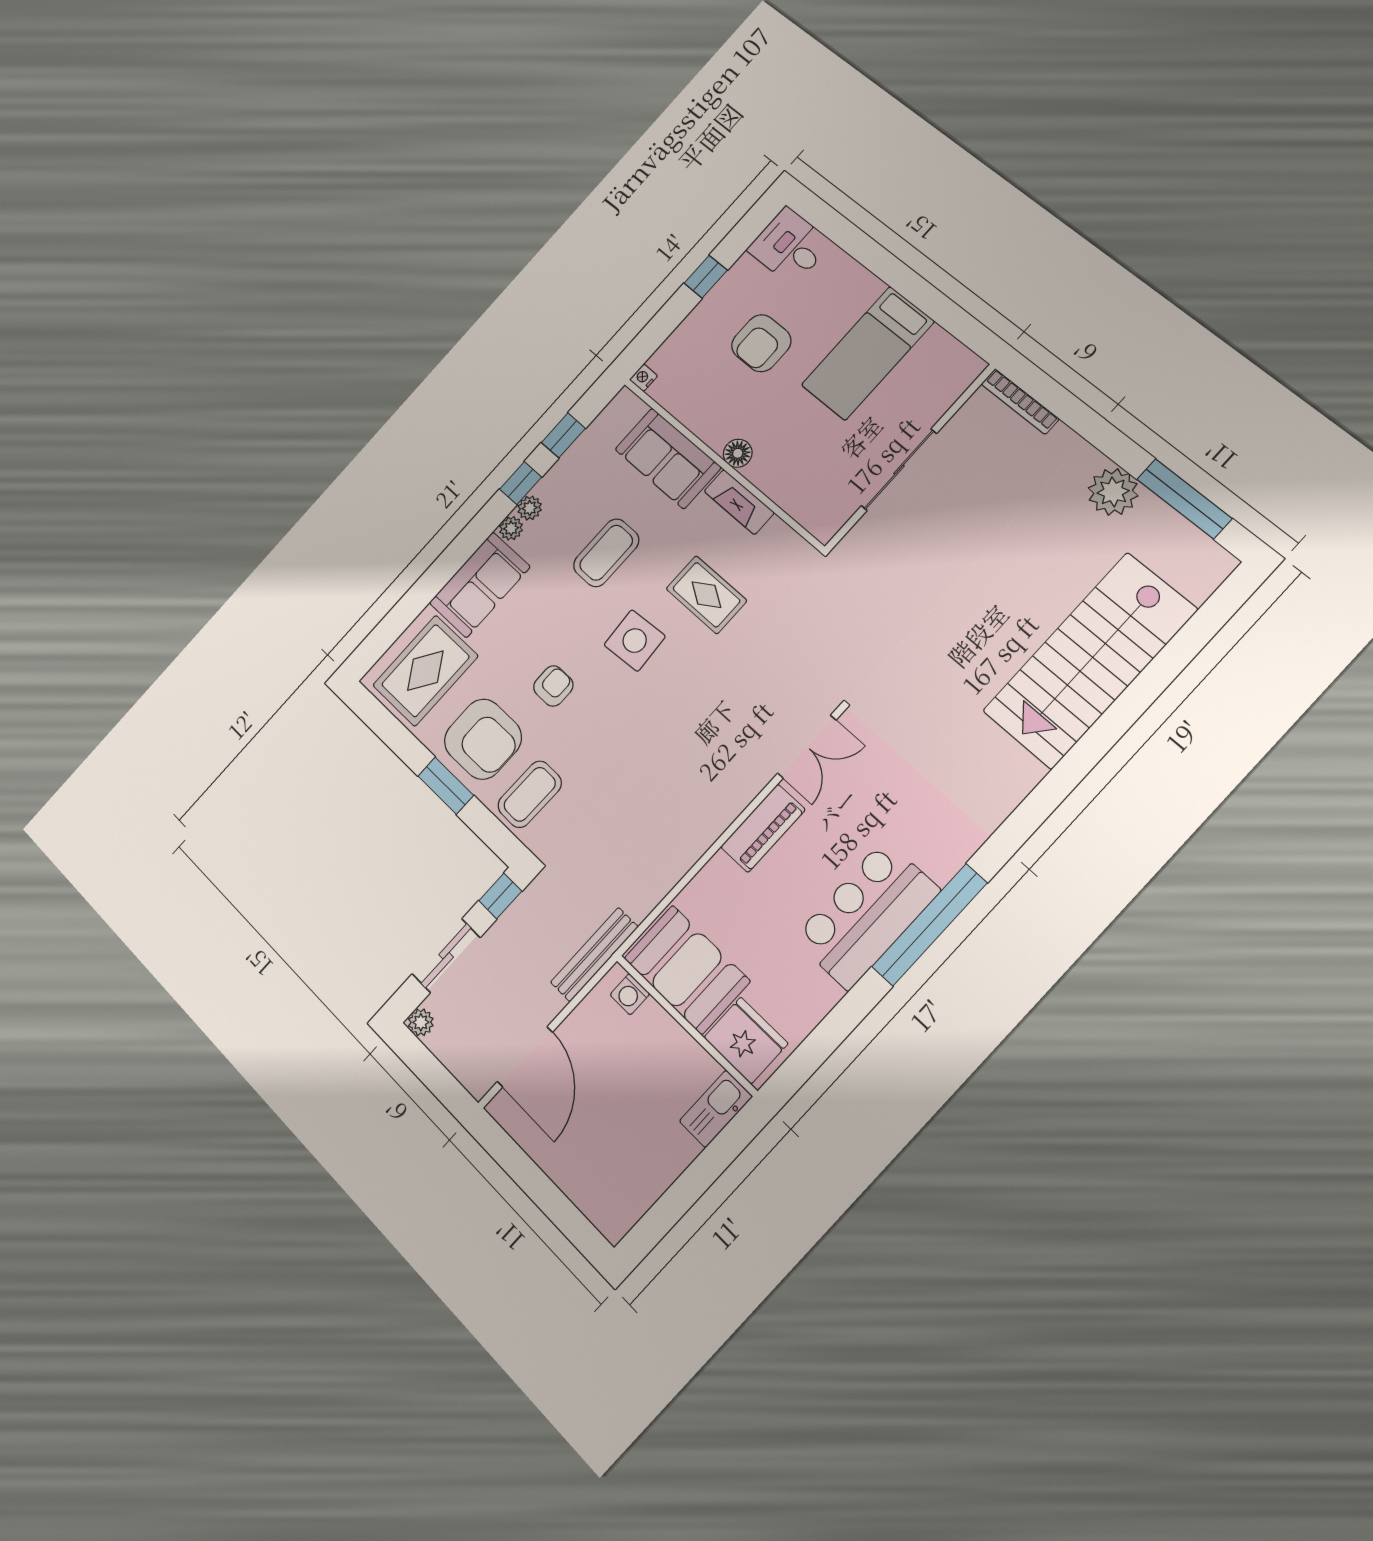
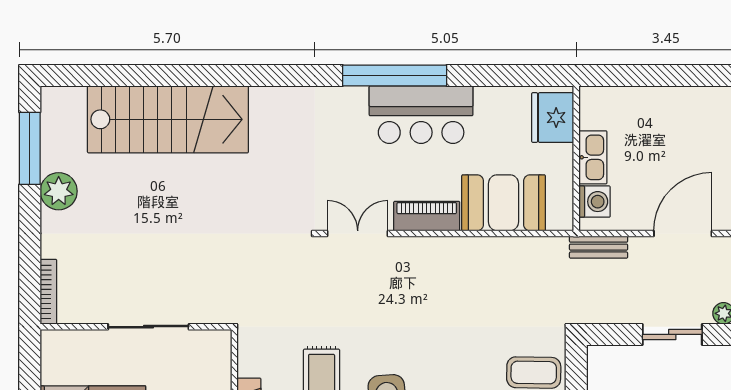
window: (500, 896) -> (608, 334), removed
bench: (594, 955) -> (599, 247), width x0.73
booth: (687, 970) -> (504, 203), moved, turned 90
washing machine: (630, 994) -> (595, 202), width x1.38, depth x1.38
kitchen sink: (716, 1109) -> (593, 157), moved, turned -90

